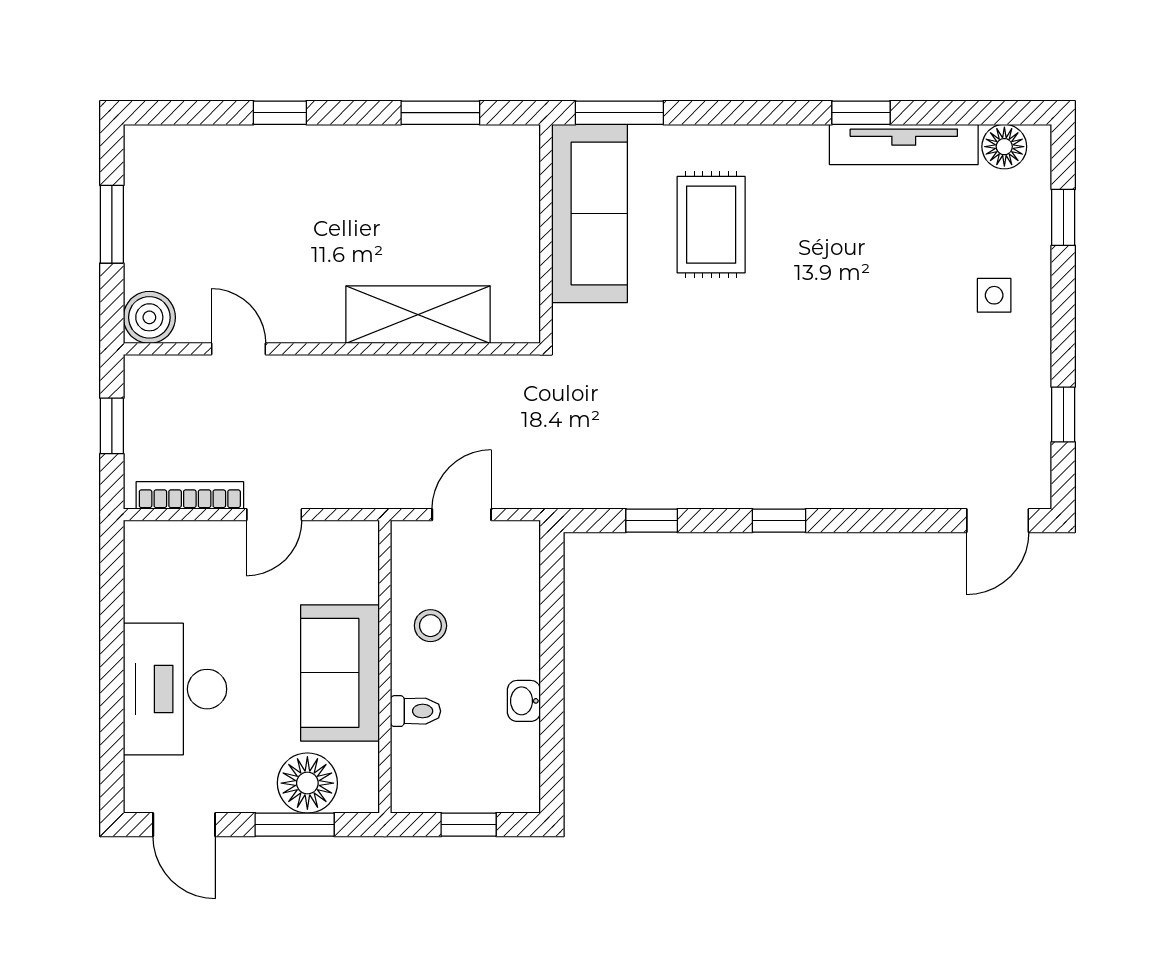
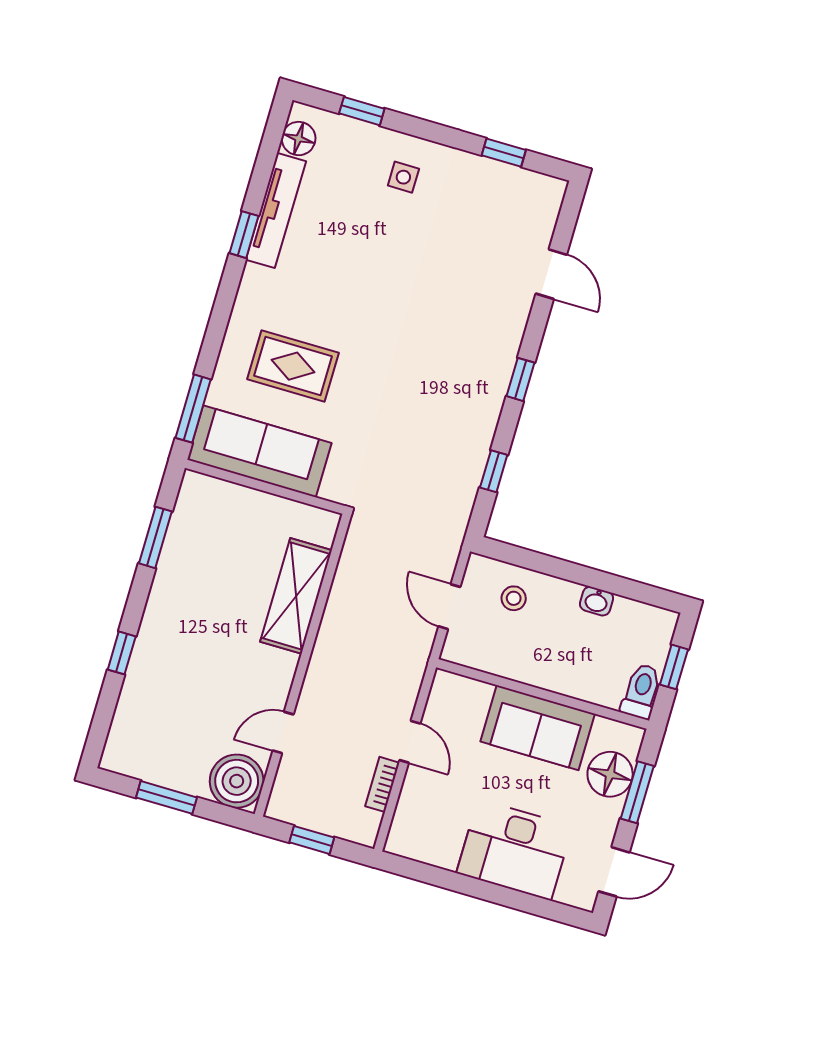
boiler: (149, 317) -> (237, 781), width x1.37, depth x1.37
bookcase: (190, 495) -> (382, 784), width x0.64
door: (998, 521) -> (551, 274), moved
stool: (430, 626) -> (514, 598), moved
toilet: (416, 711) -> (641, 691), moved, width x1.37, depth x1.39

